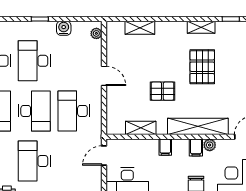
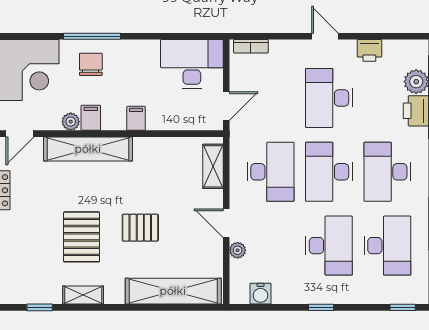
water cooler: (64, 28) -> (261, 294), moved
shelving: (140, 28) -> (173, 291), width x2.20, depth x1.33
plant: (96, 33) -> (238, 250), moved
pallet: (162, 91) -> (140, 228), moved
shelving: (141, 128) -> (213, 166), moved, turned 90
desk: (34, 161) -> (329, 98), turned 180

